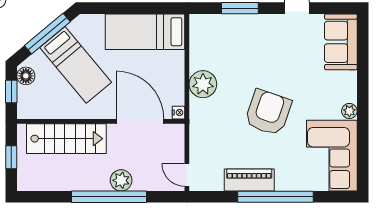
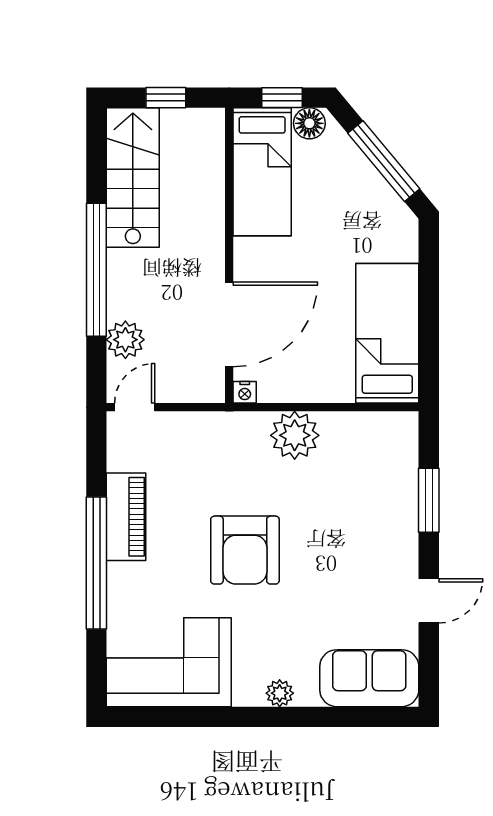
bed: (76, 65) -> (262, 172), moved, turned -50
plant: (349, 111) -> (280, 693), moved
armchair: (268, 112) -> (245, 550), turned 71
stairs: (66, 139) -> (133, 177), moved, turned 180
plant: (121, 180) -> (125, 340), moved

